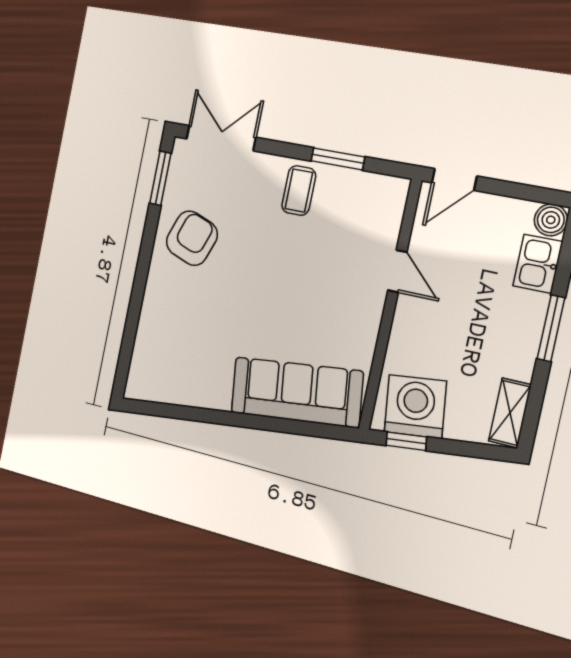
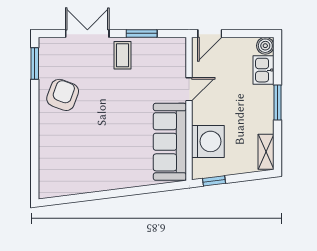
double door: (221, 138) -> (87, 33), moved
door: (397, 271) -> (189, 89), hinge flipped
sofa: (296, 392) -> (170, 142), moved, turned -83
washing machine: (415, 407) -> (208, 141), moved, turned 97

